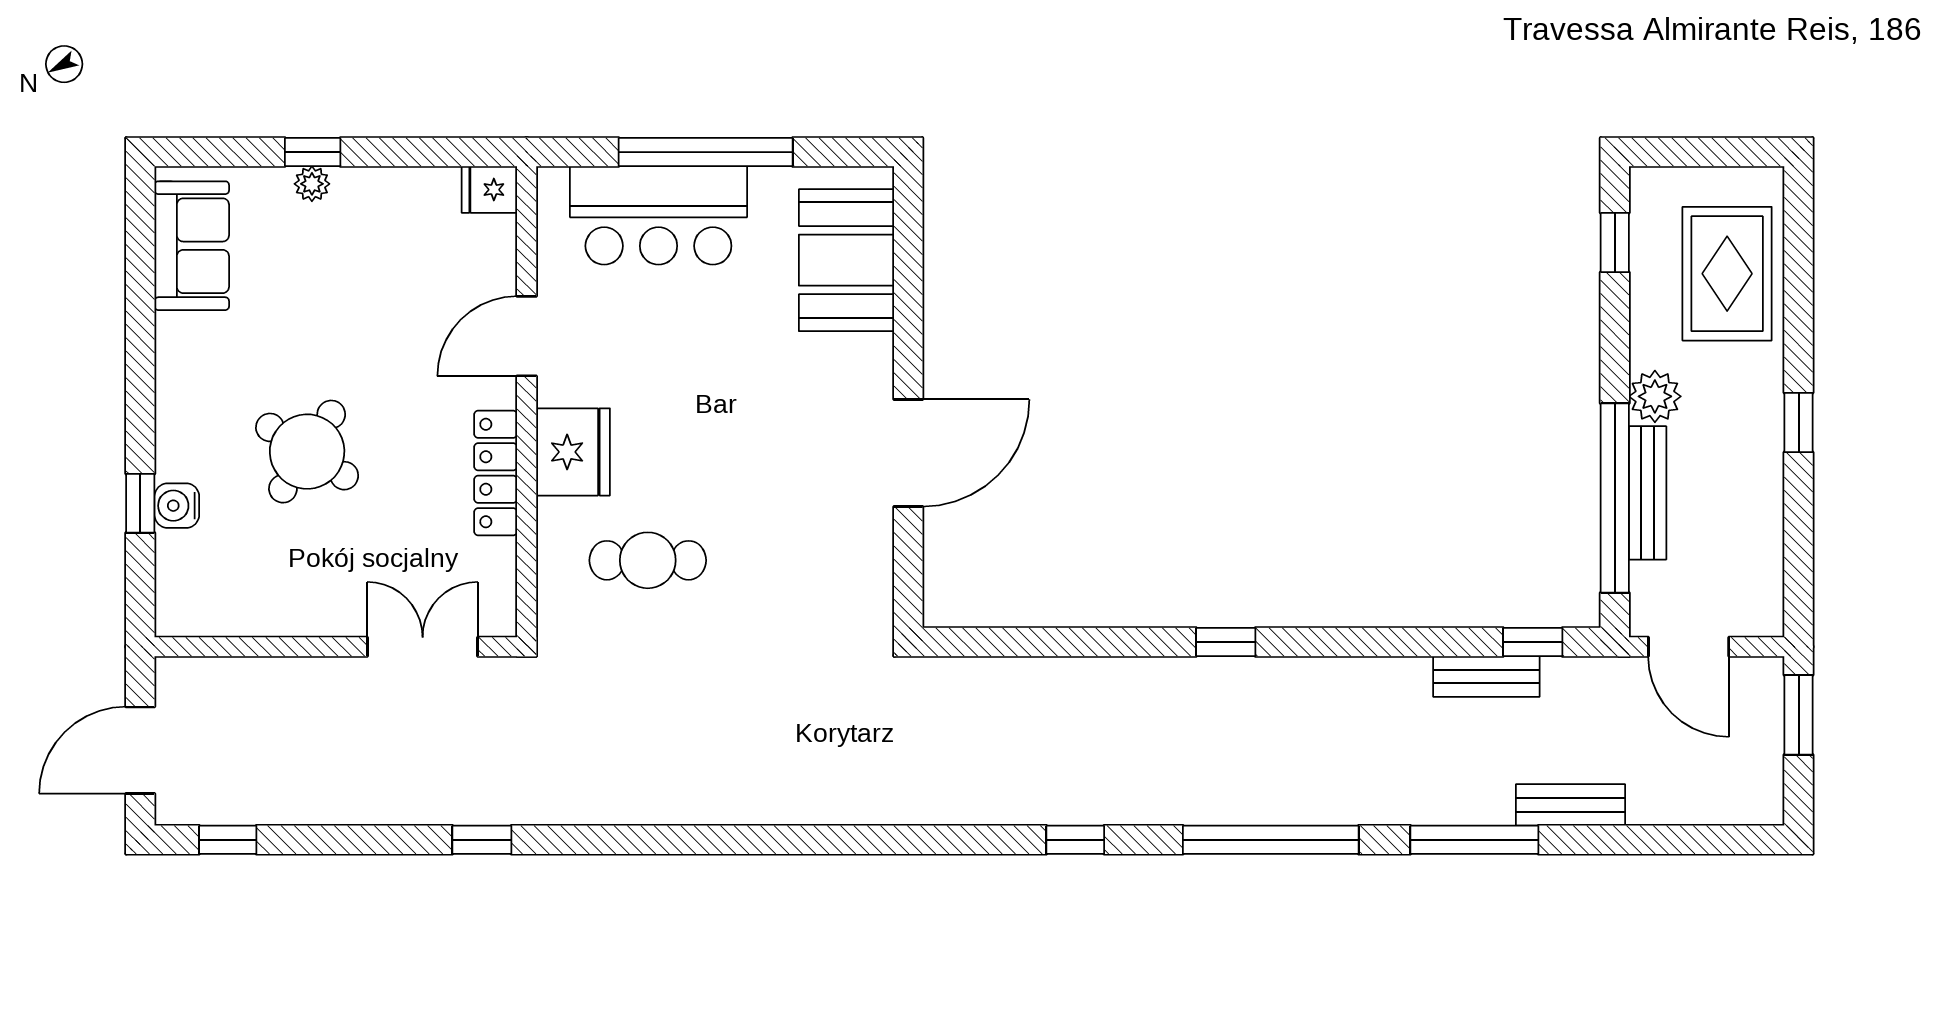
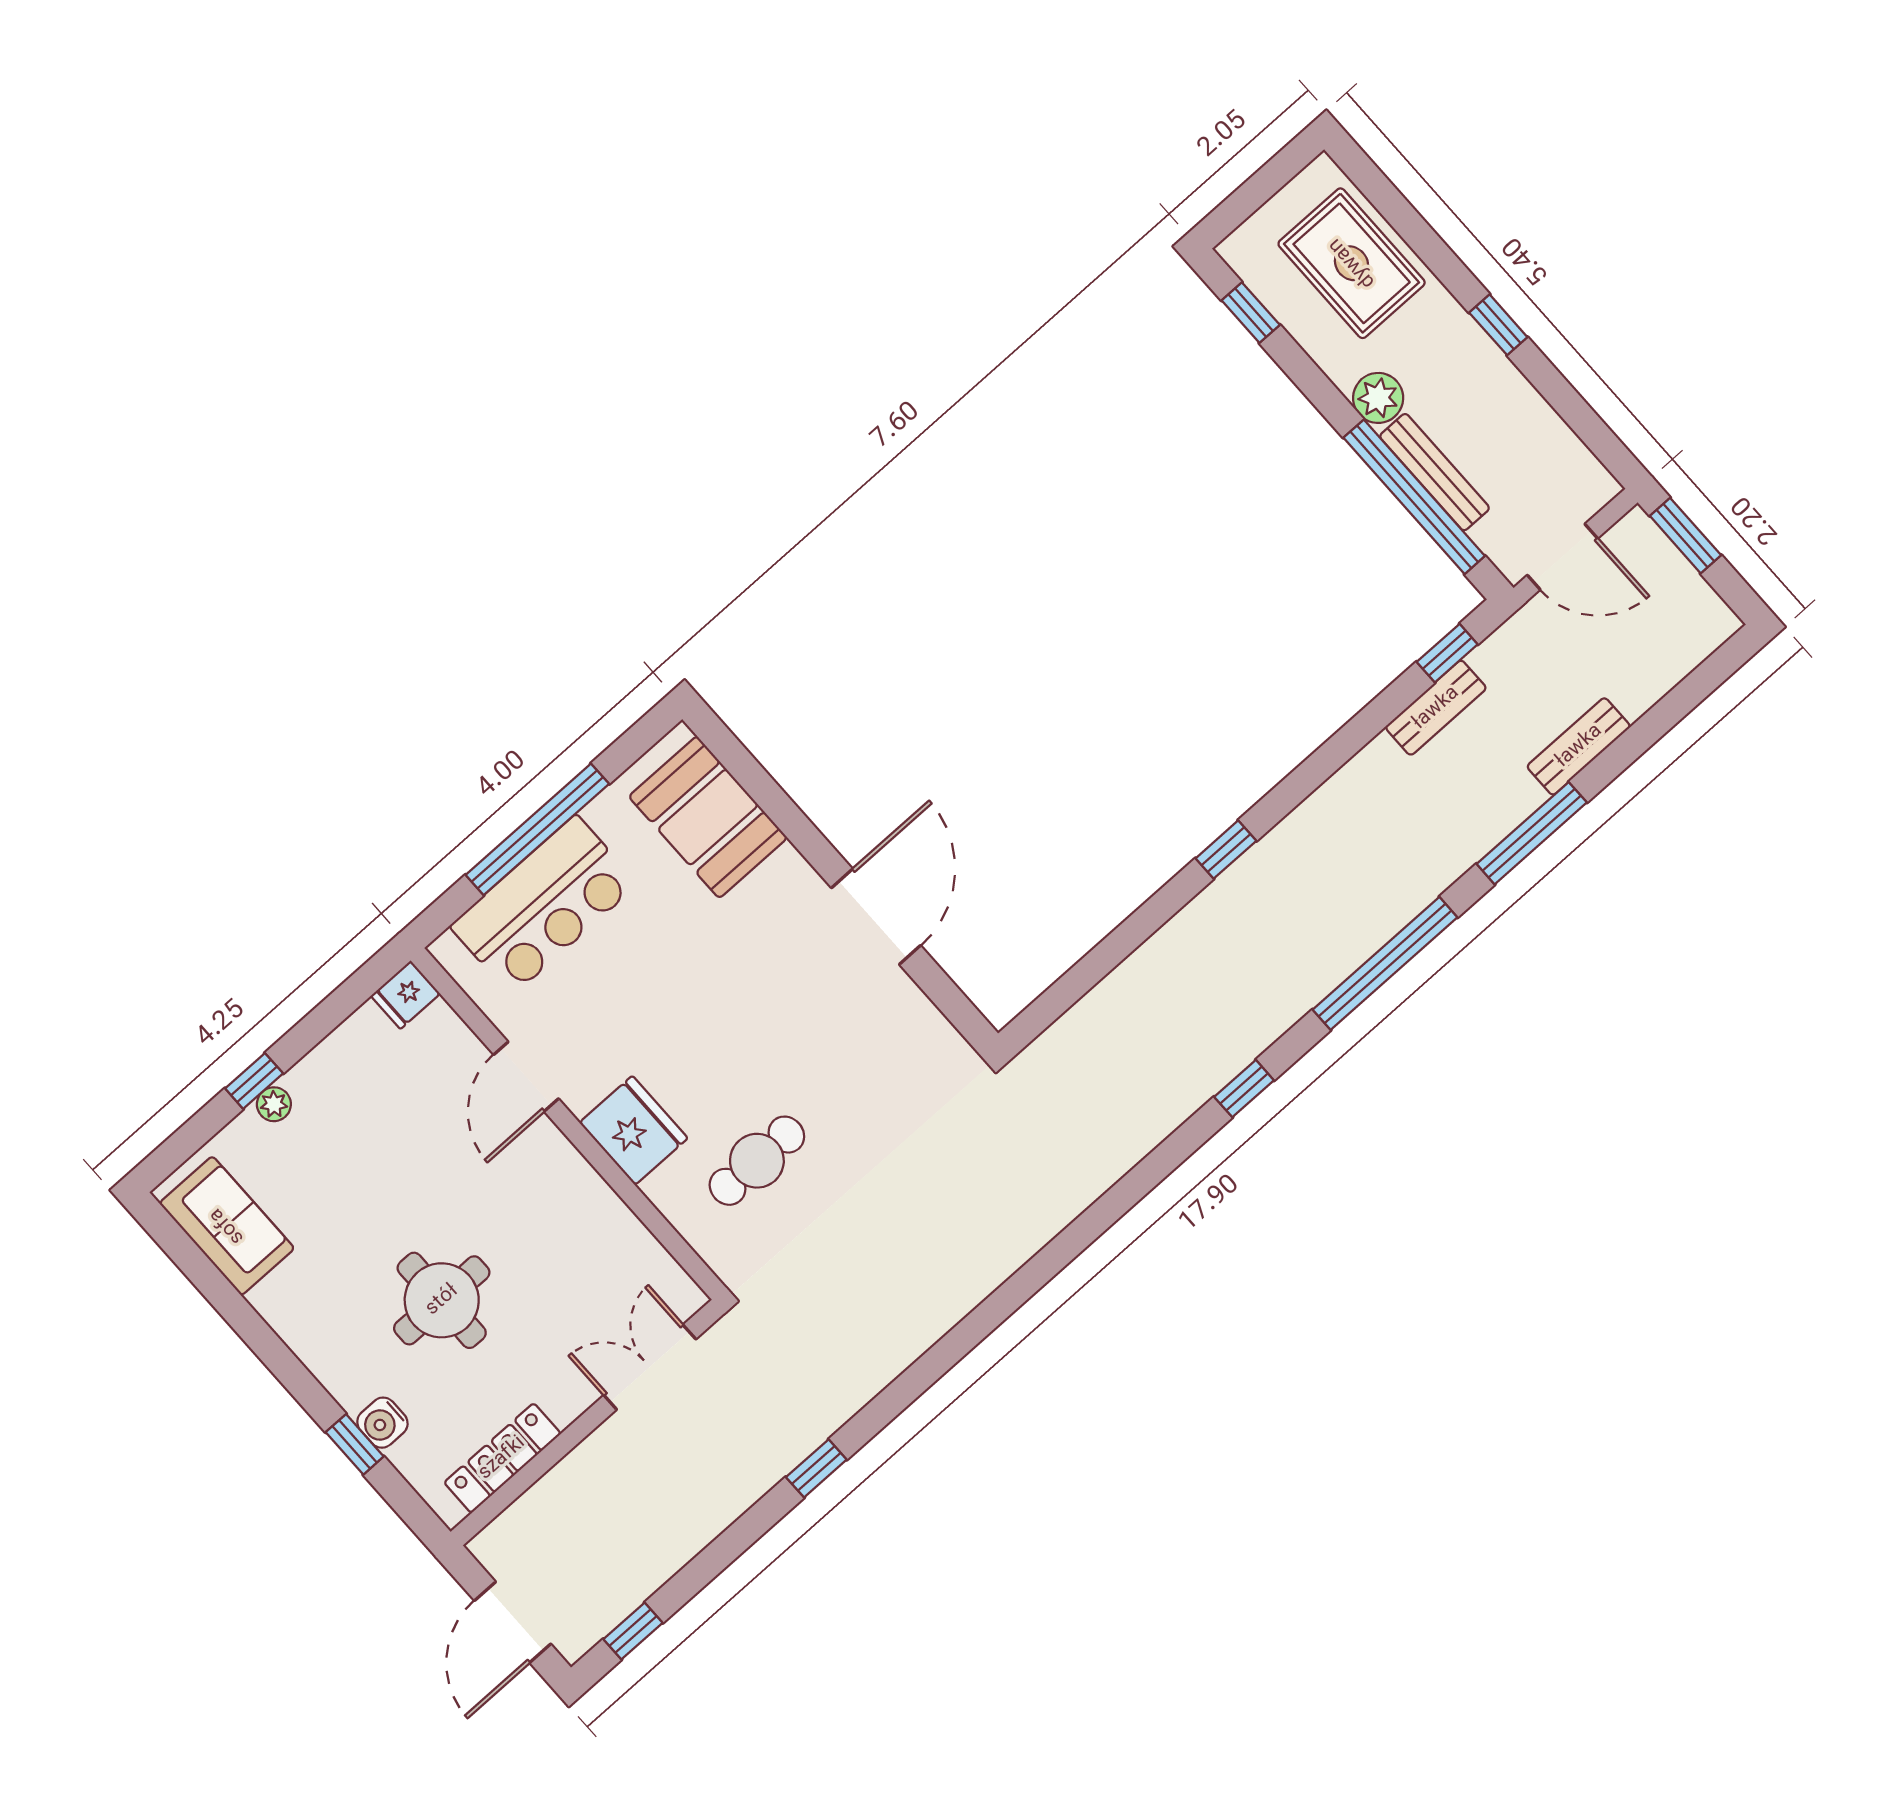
round table: (307, 452) -> (442, 1300), turned -33
locker: (496, 473) -> (502, 1458), moved, turned 90

